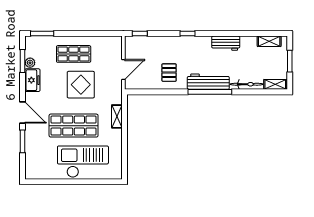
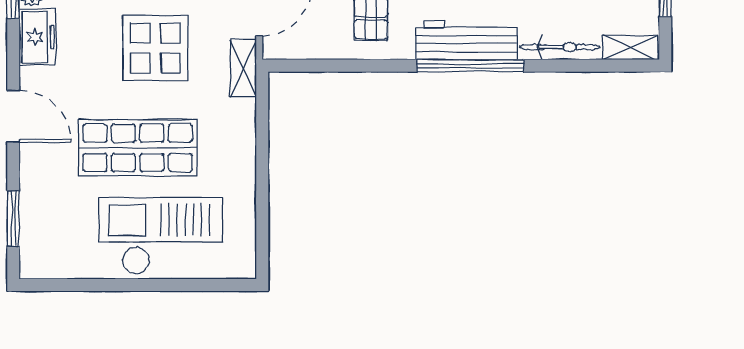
shelving: (117, 116) -> (243, 68), moved
window: (23, 141) -> (13, 218), moved

